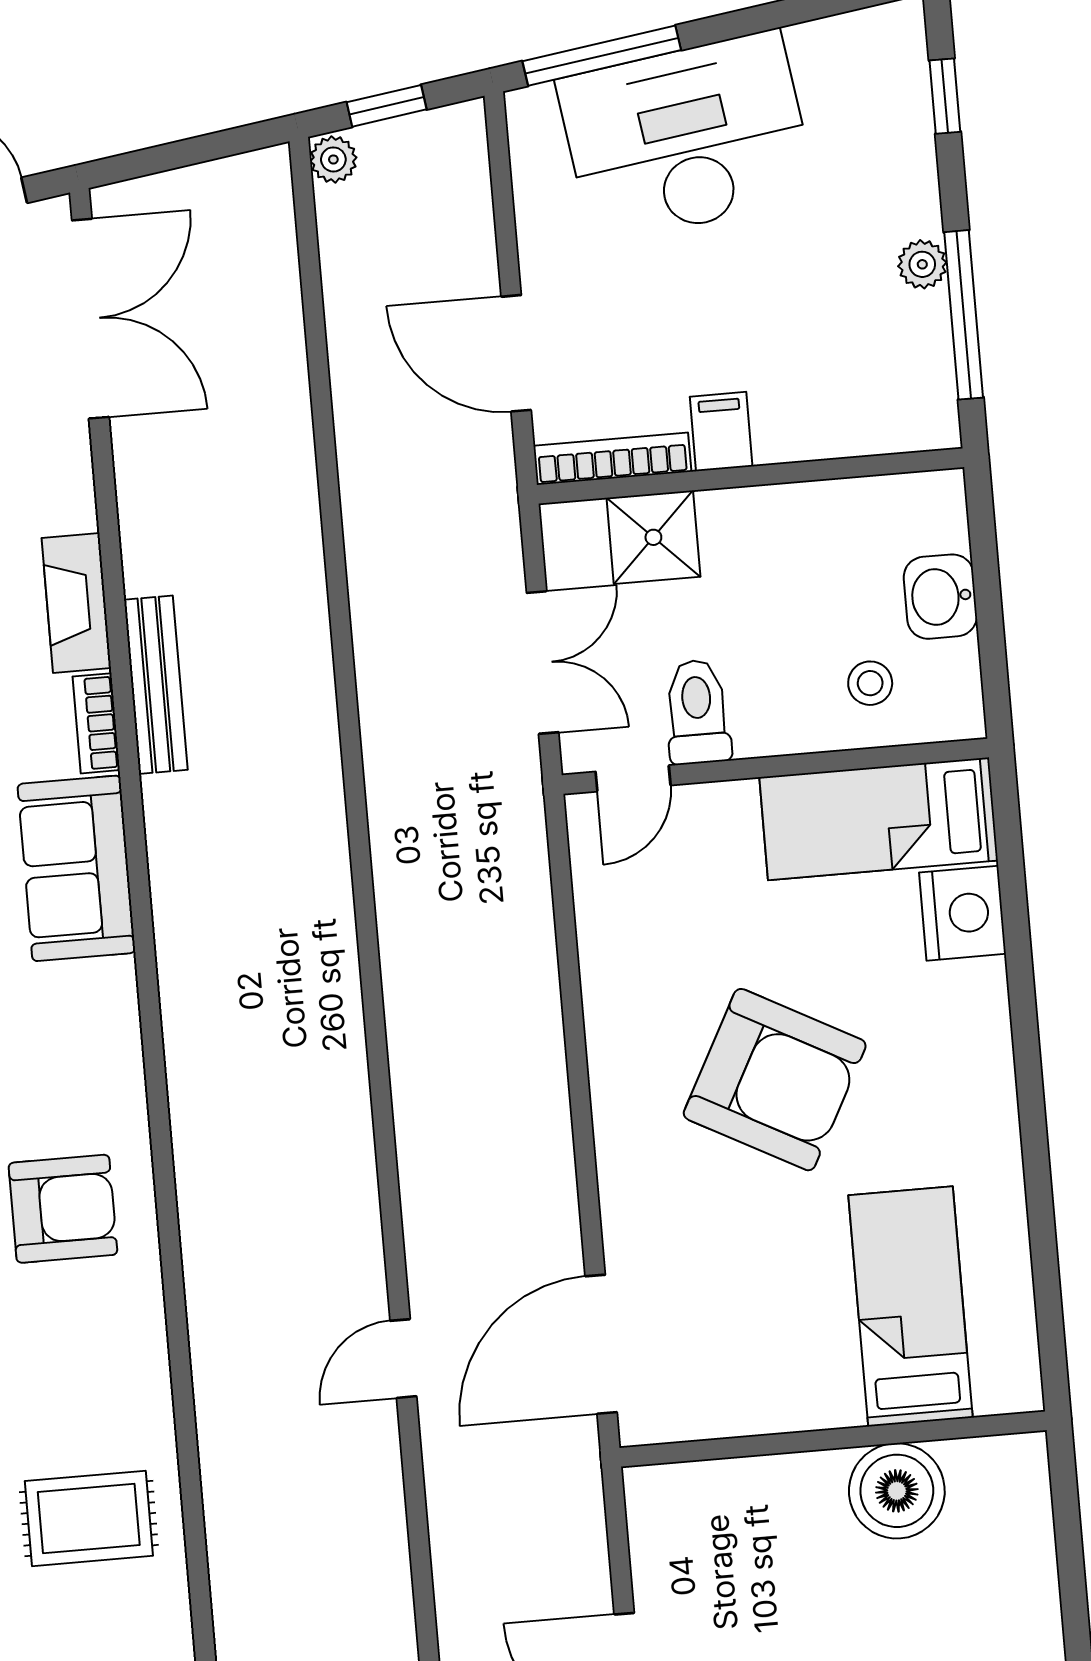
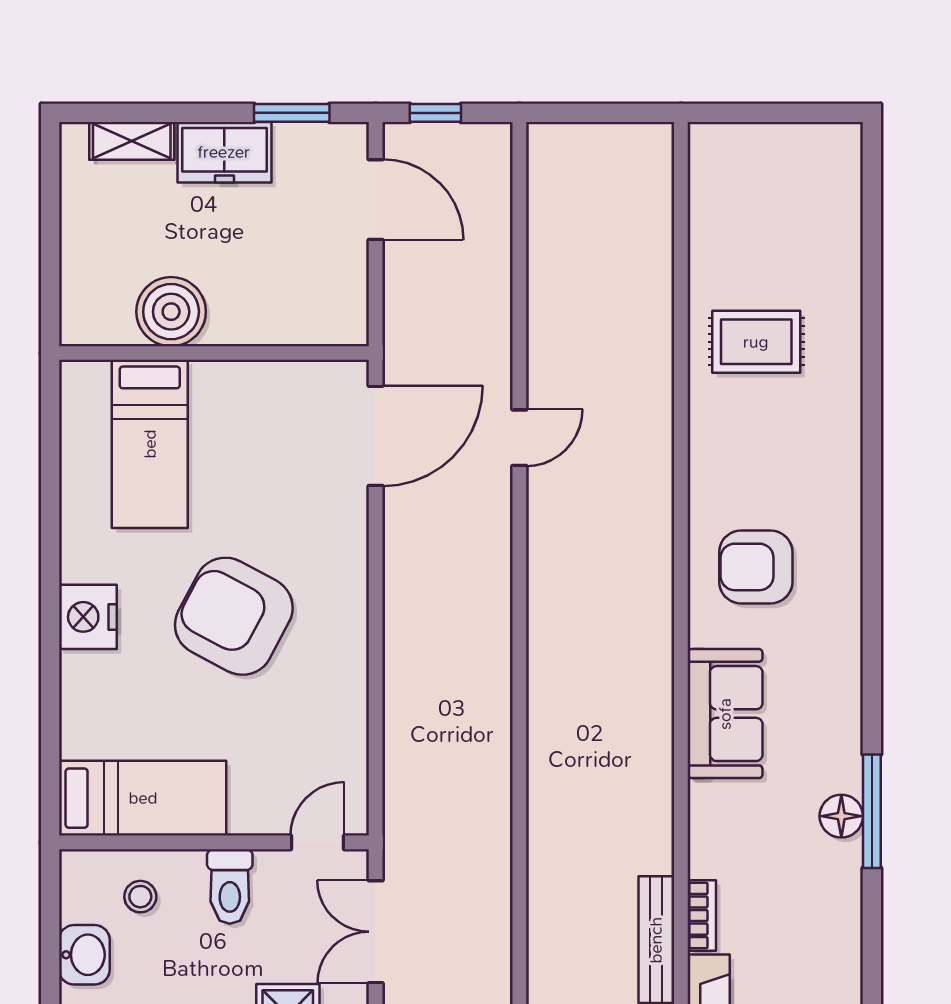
toilet: (697, 712) -> (230, 887), moved
sofa: (76, 868) -> (725, 714), moved
nightstand: (963, 913) -> (88, 617), moved

